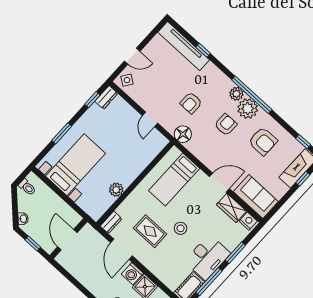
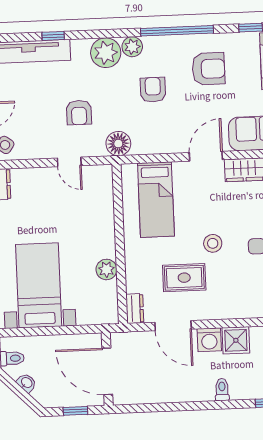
window: (252, 95) -> (177, 31), moved
armchair: (191, 103) -> (79, 113), moved
plant: (248, 109) -> (106, 53), moved
washbasin: (23, 219) -> (26, 383), moved
door: (67, 240) -> (107, 371), width x1.36

